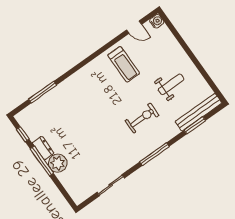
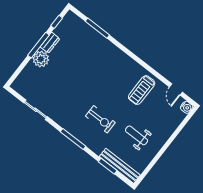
weight bench: (171, 84) -> (137, 135), turned 180

